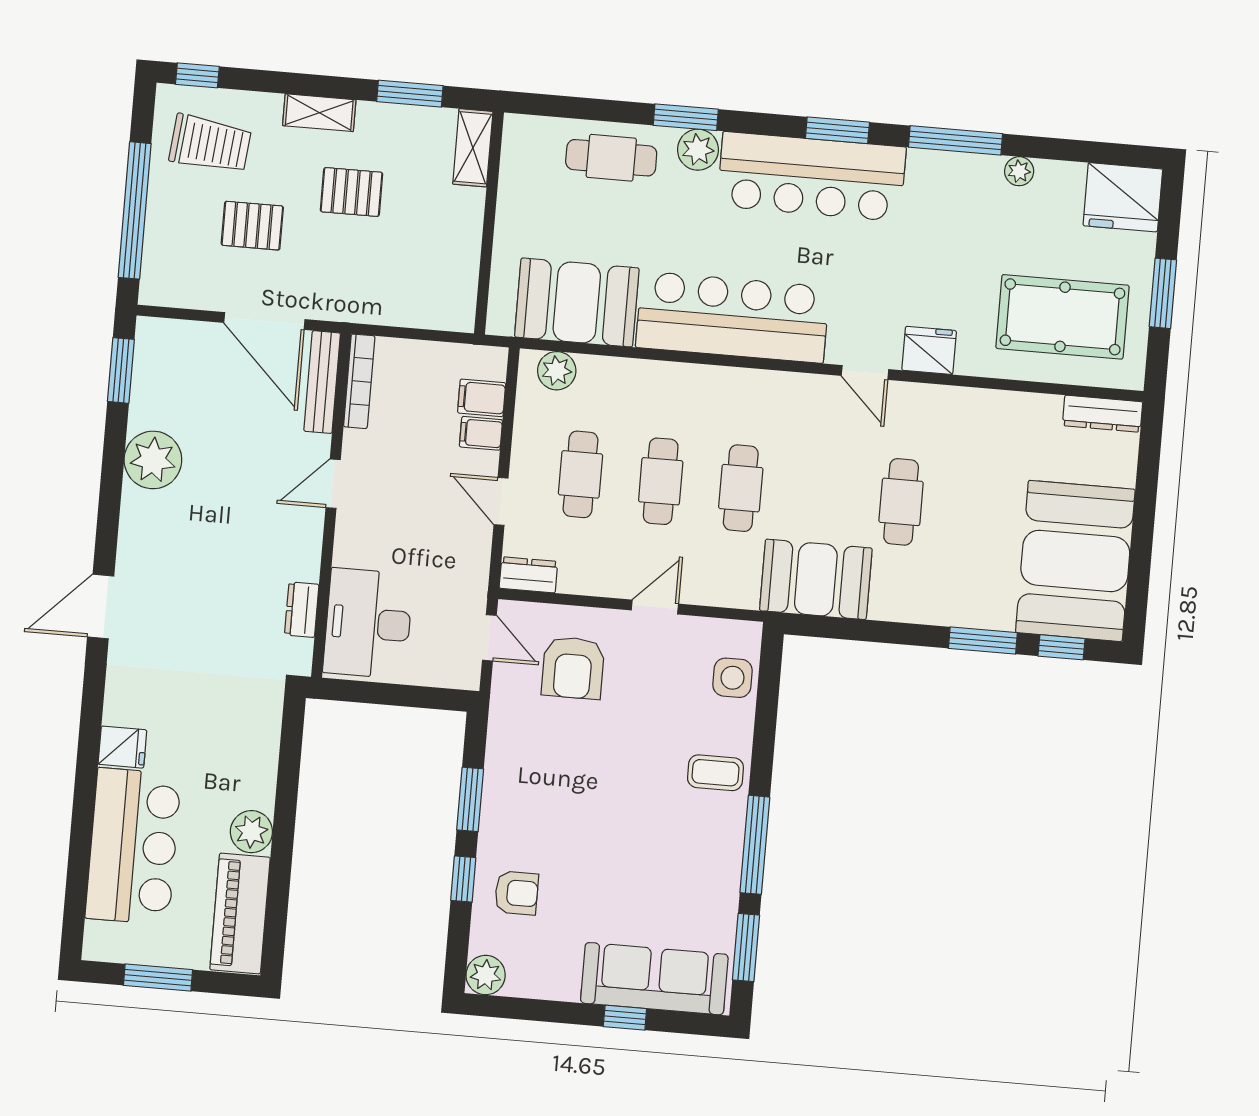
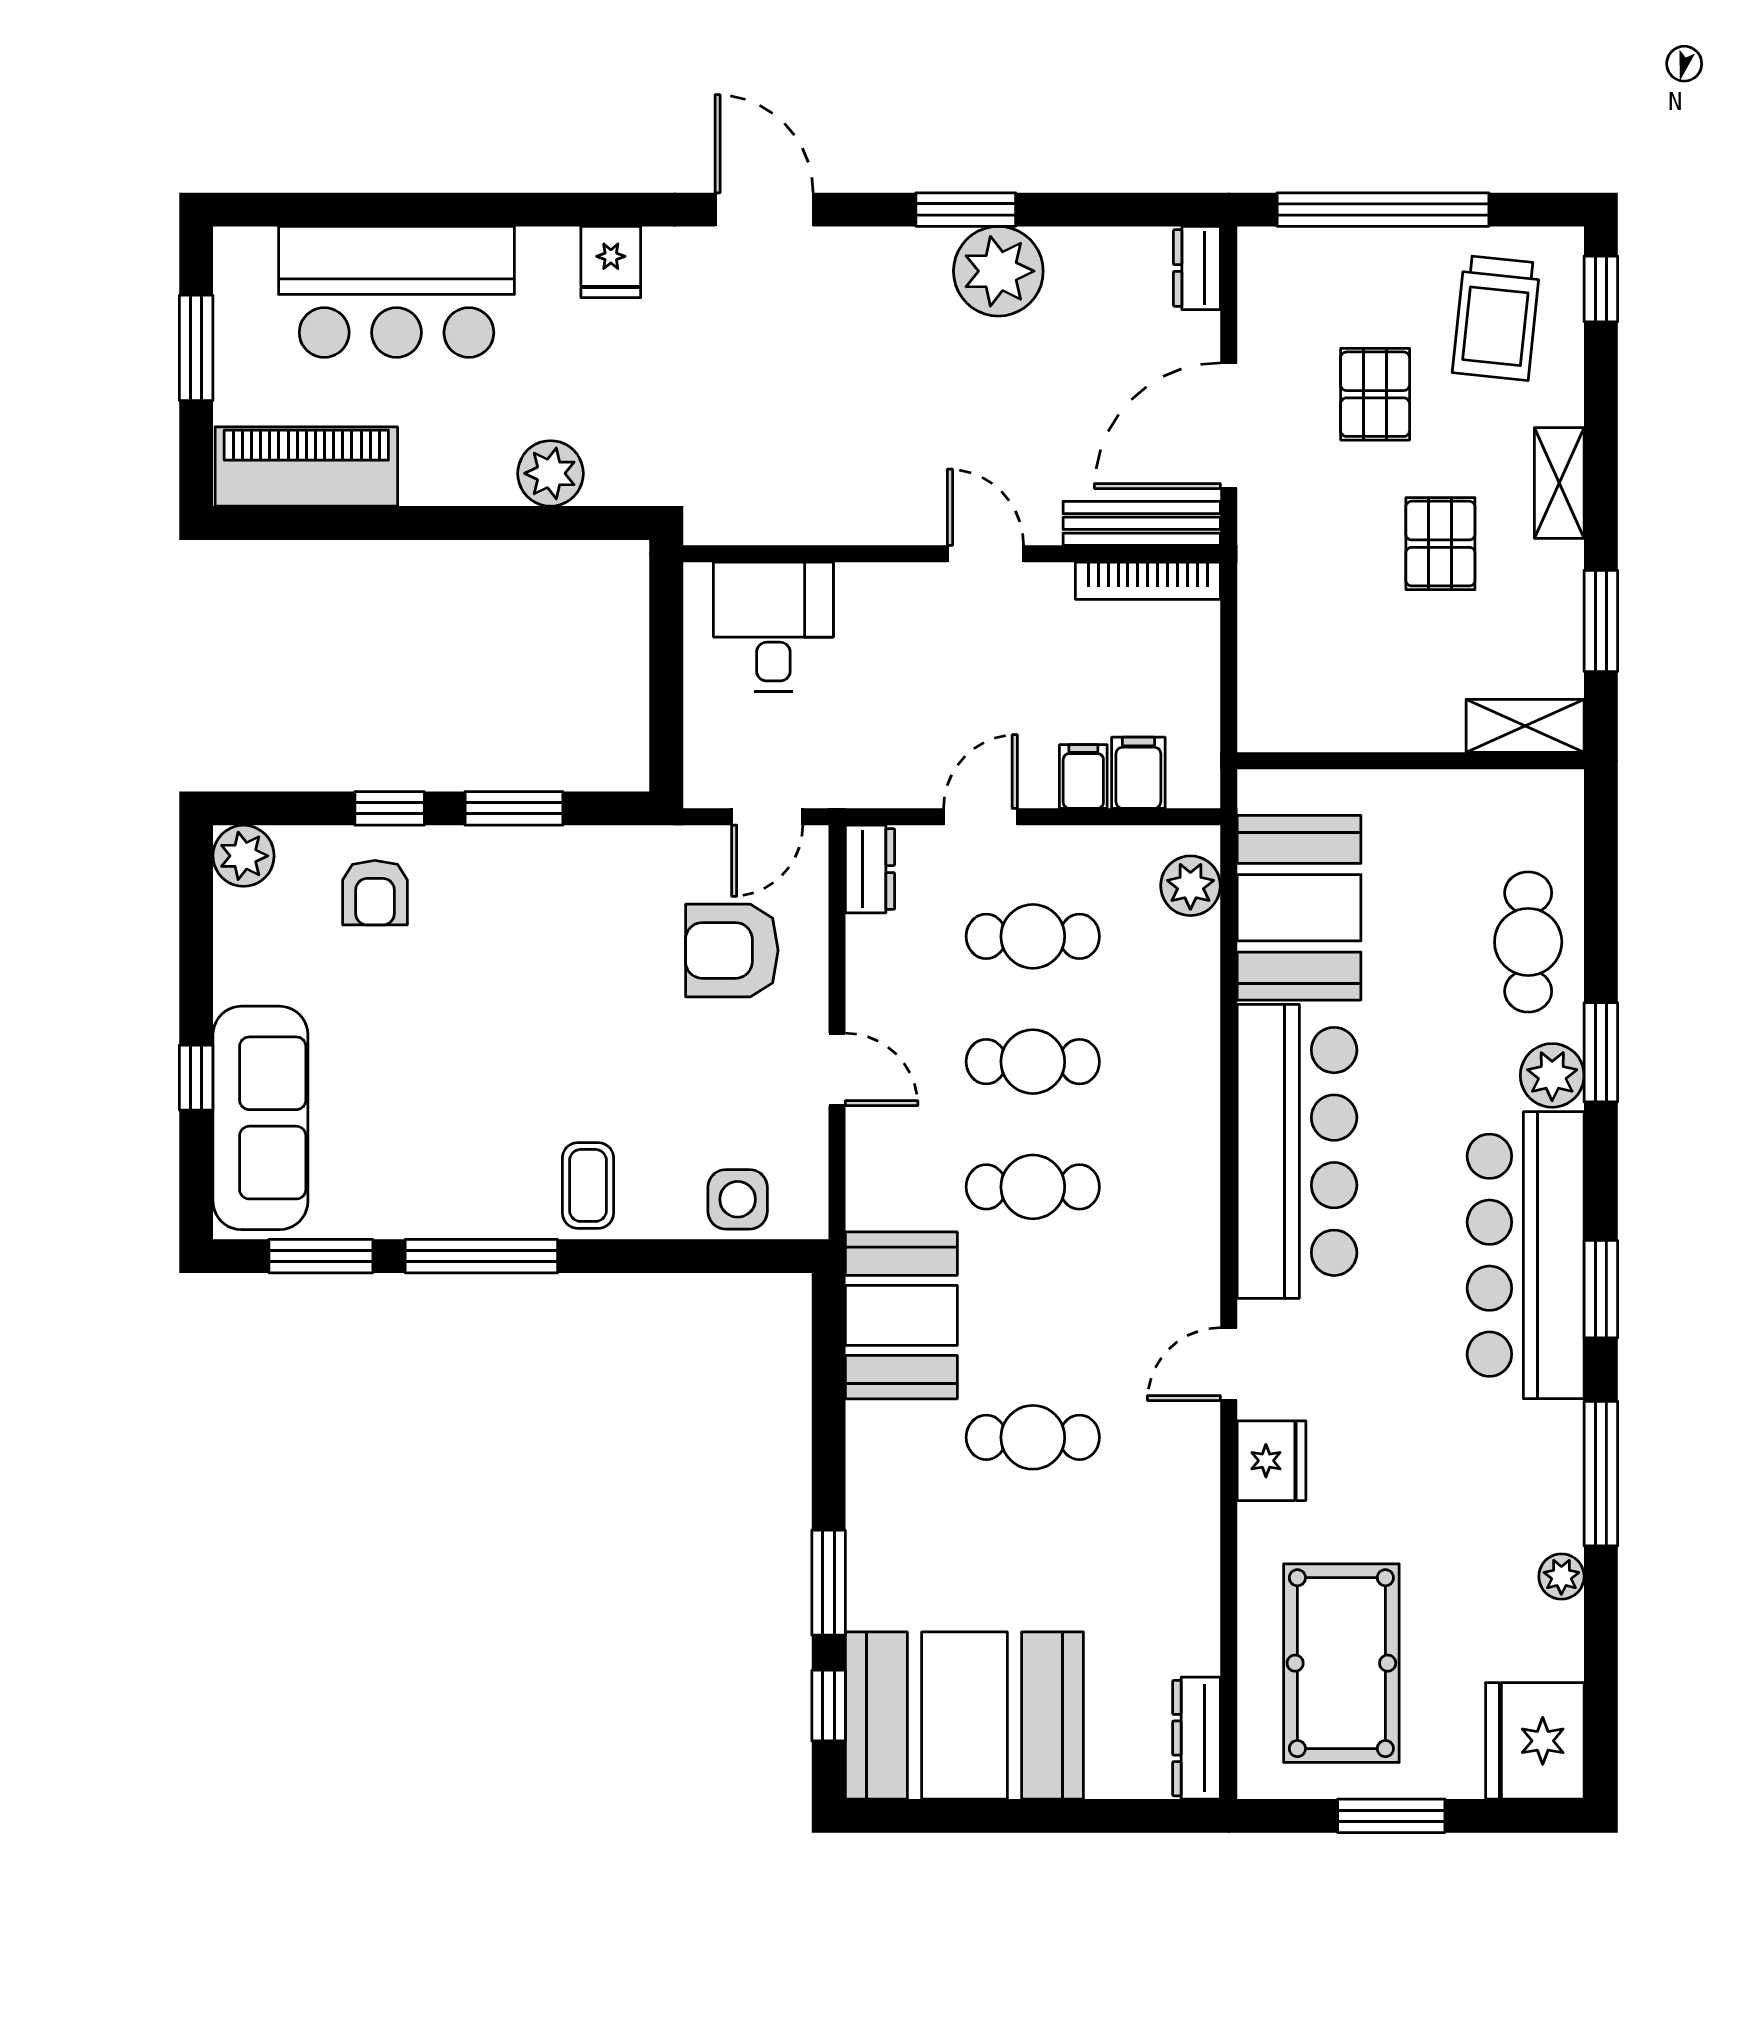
window: (121, 370) -> (966, 210), moved
dresser: (302, 610) -> (1197, 268), moved, turned -90
desk: (368, 623) -> (773, 627), width x0.73
fridge: (122, 747) -> (611, 262), moved
plant: (251, 832) -> (551, 473), moved

